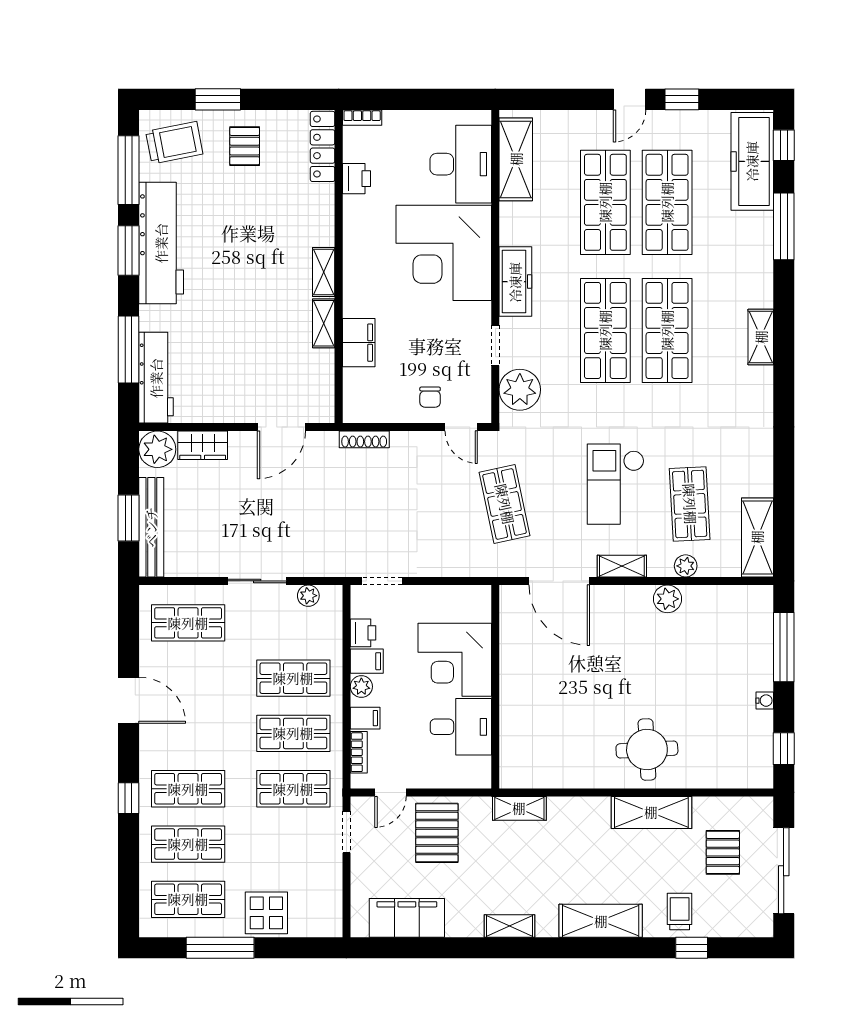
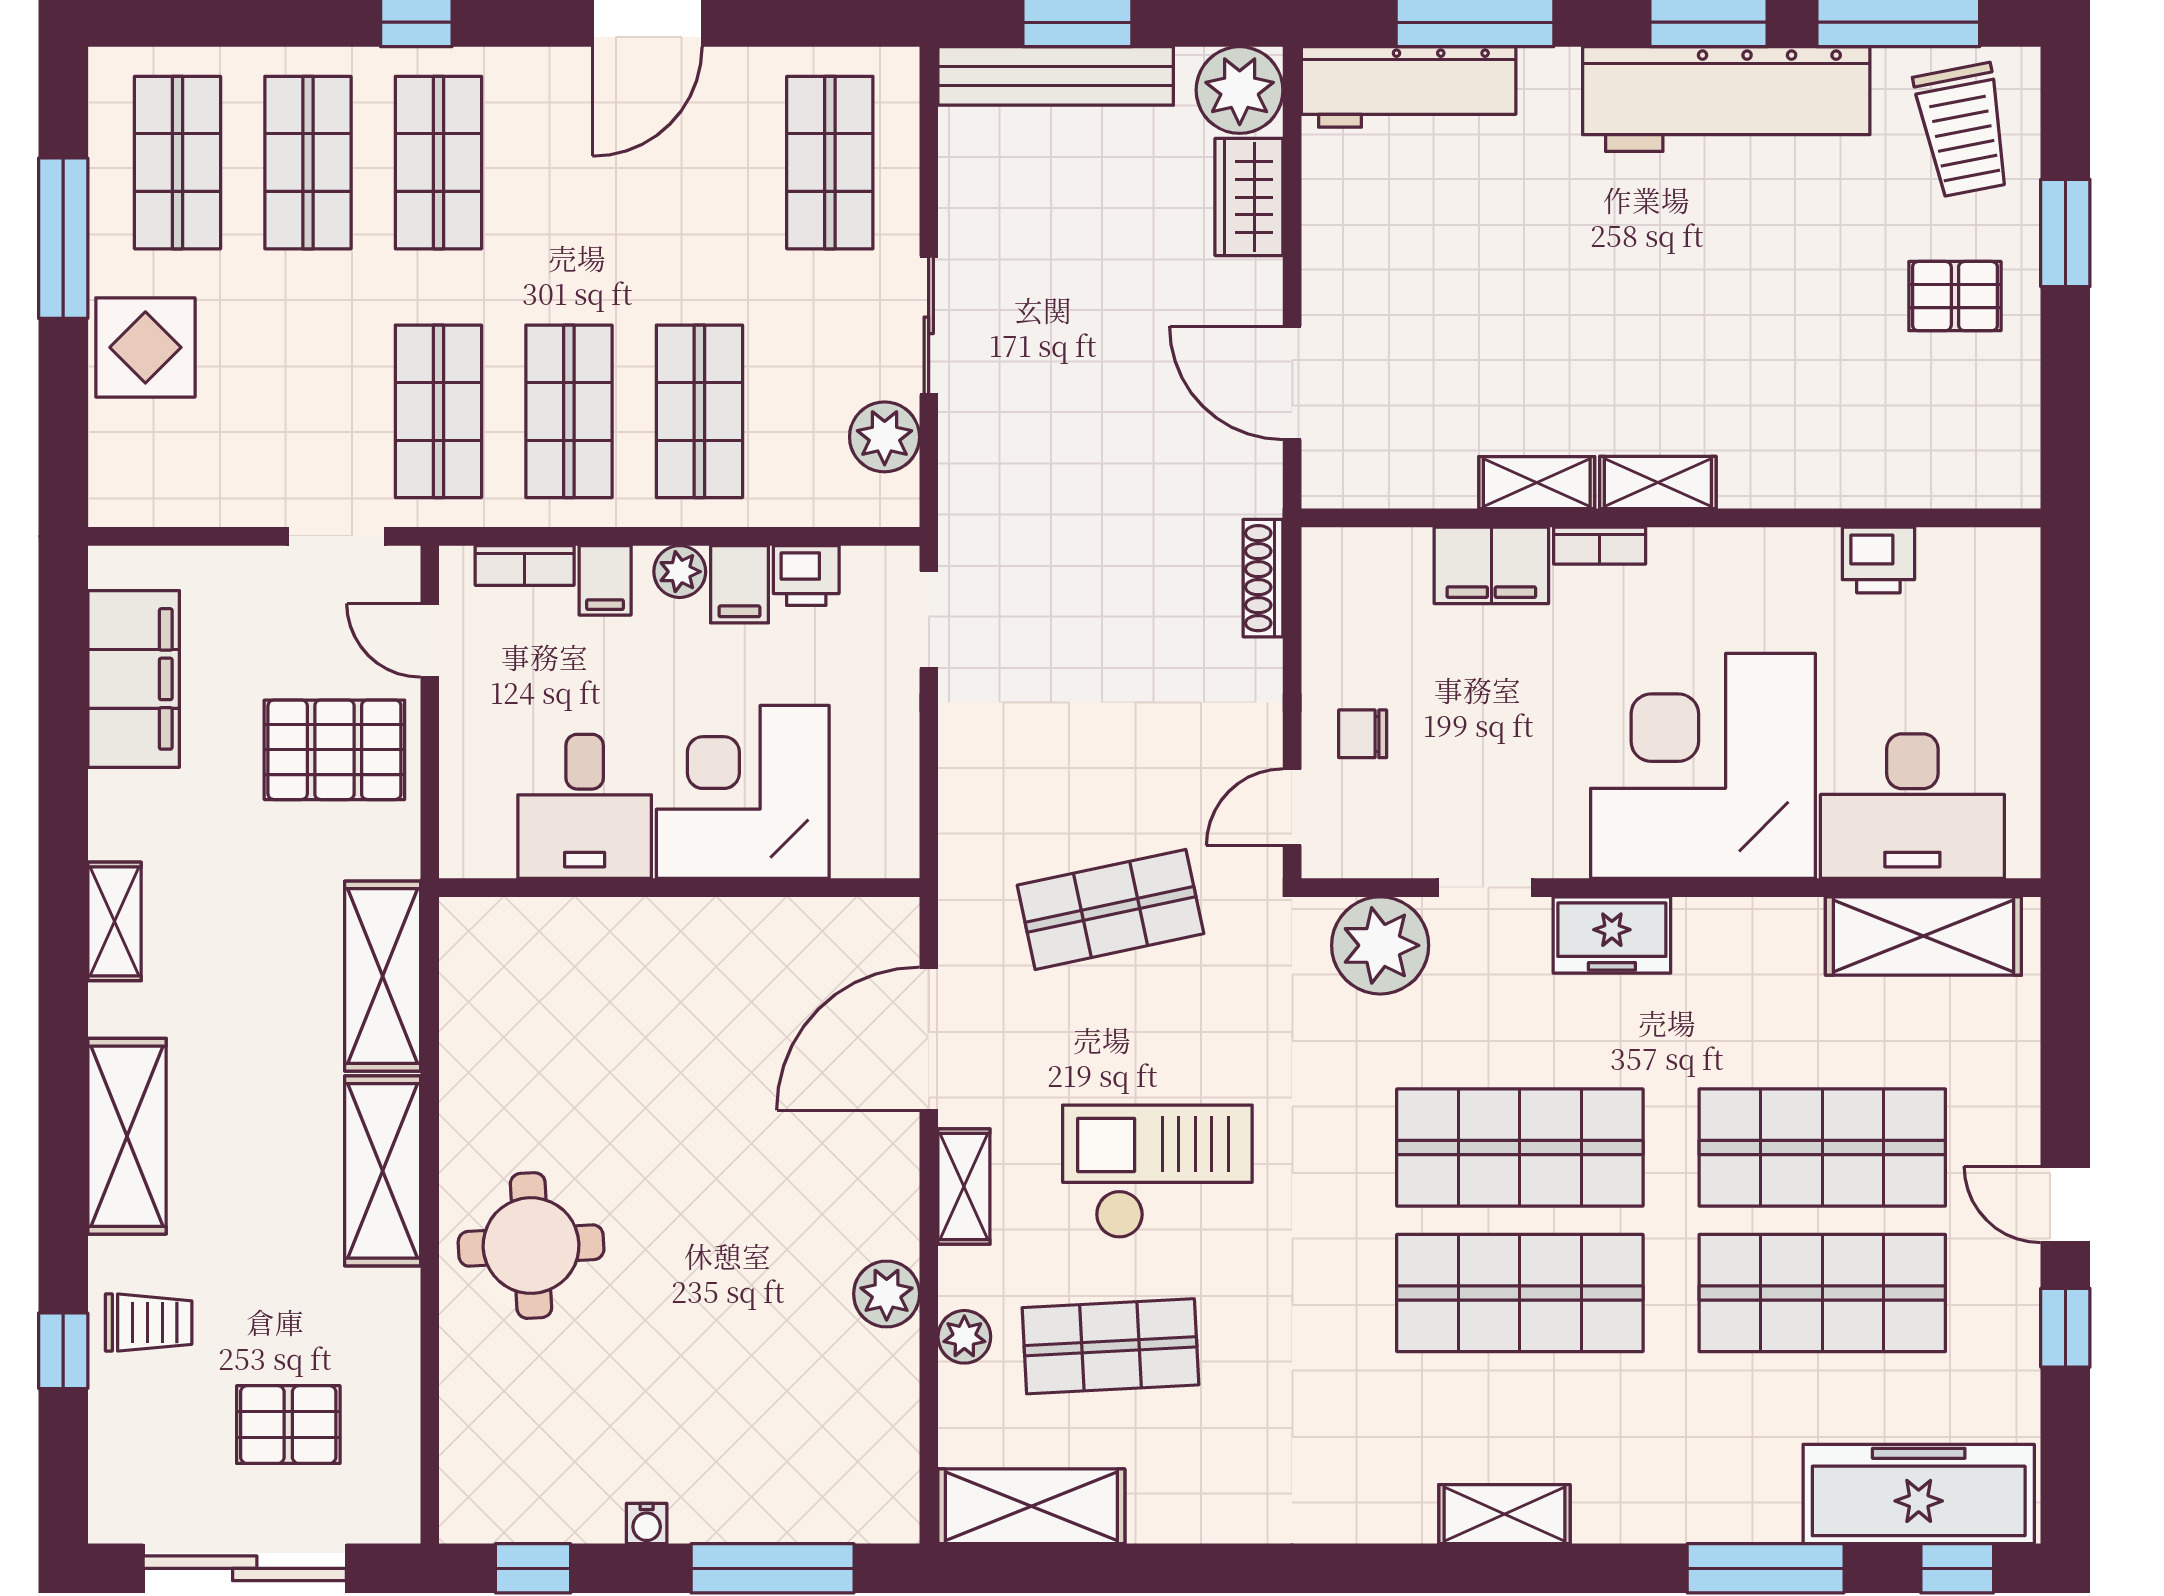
bookcase: (362, 118) -> (1600, 546), moved, turned -90
locker: (323, 146) -> (1954, 480), removed
freezer: (515, 282) -> (1612, 935), width x0.71
plant: (308, 596) -> (885, 437), width x1.38, depth x1.38
shelving: (519, 808) -> (383, 976), width x1.50, depth x1.33
shelving: (651, 812) -> (383, 1171), moved

